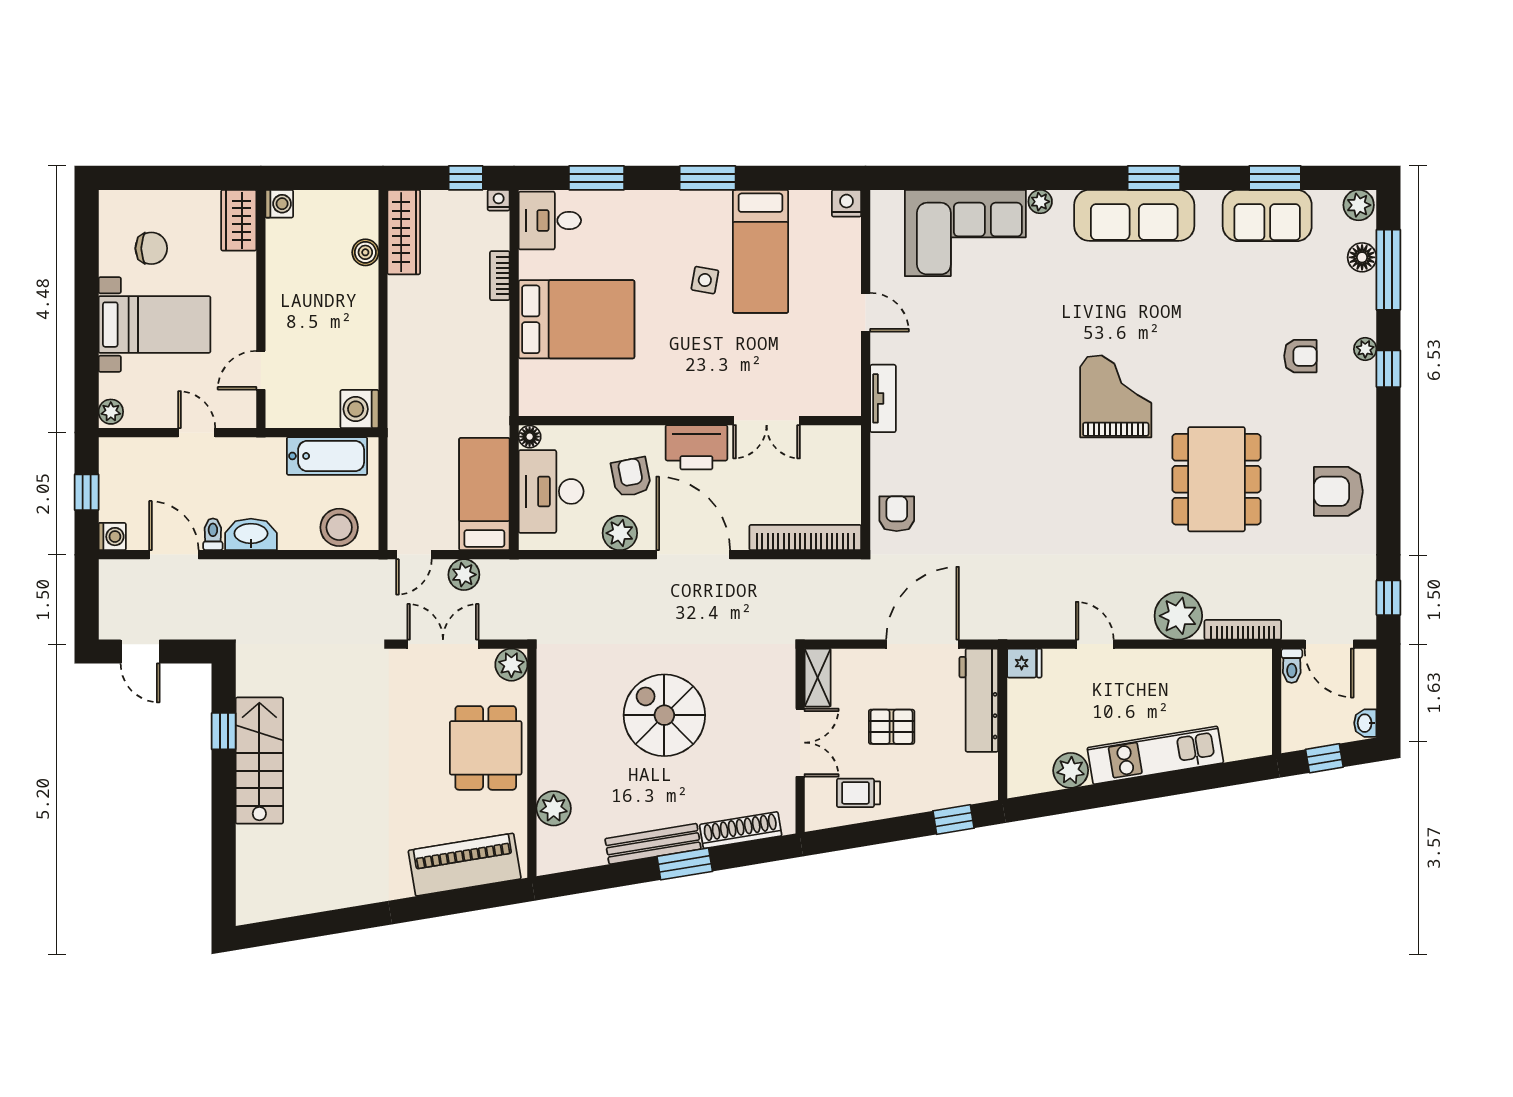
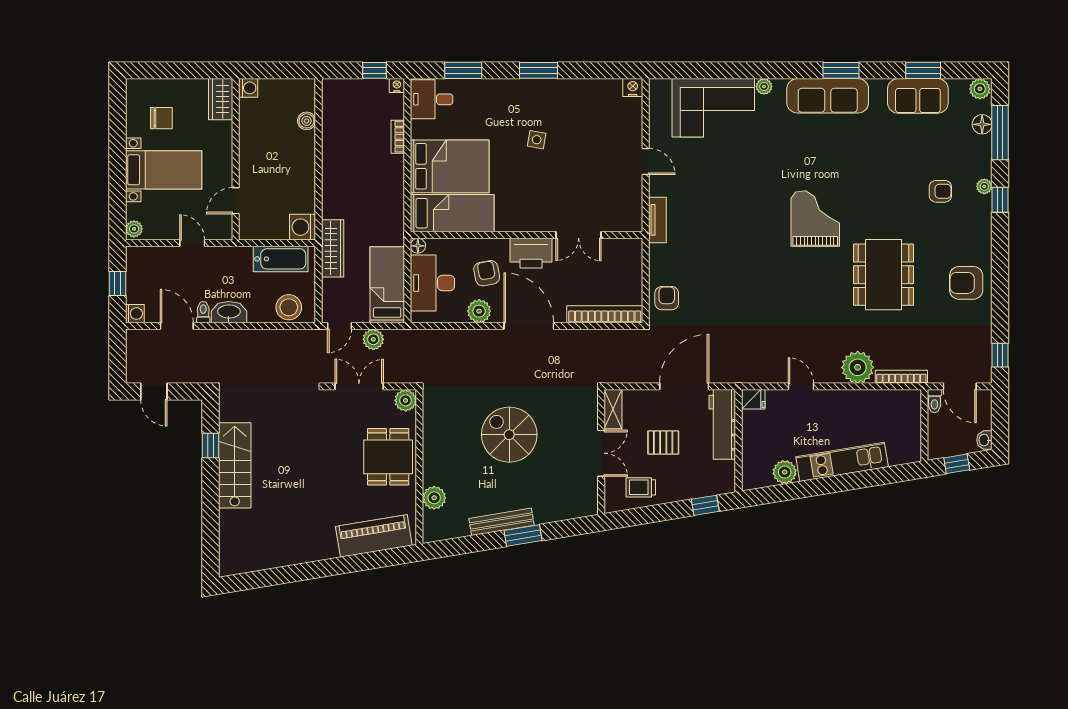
wardrobe: (404, 232) -> (333, 248), moved
bed: (760, 251) -> (452, 213), moved, turned -90
shoe rack: (741, 830) -> (561, 513), removed

